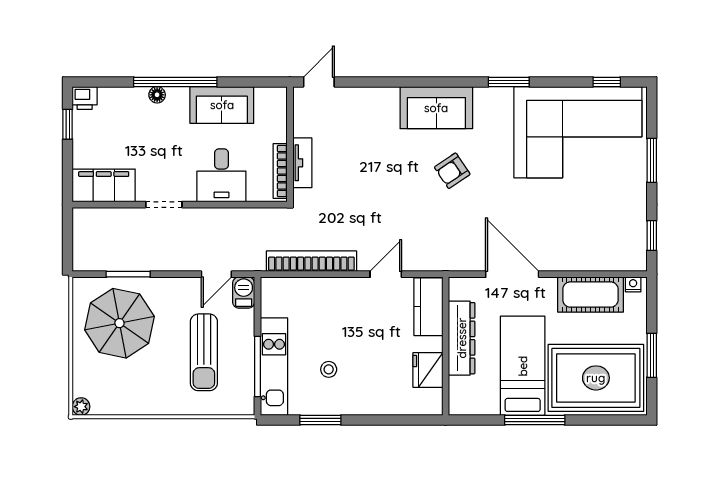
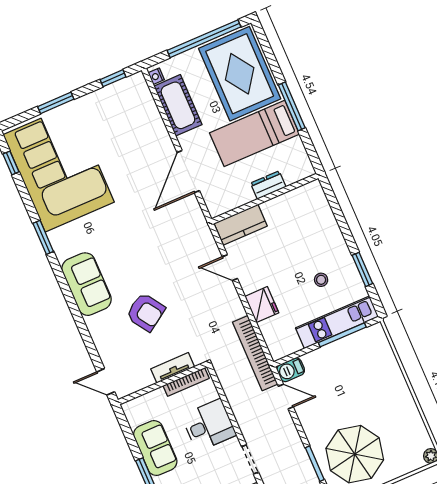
armchair: (452, 171) -> (146, 312), moved, width x1.38, depth x1.38
bookcase: (311, 261) -> (255, 353), moved
dresser: (462, 338) -> (268, 185), width x0.51, depth x0.80
sun lounger: (204, 352) -> (349, 380), removed
window: (652, 355) -> (204, 39), width x2.11
fridge: (428, 370) -> (262, 305), moved, turned -90

